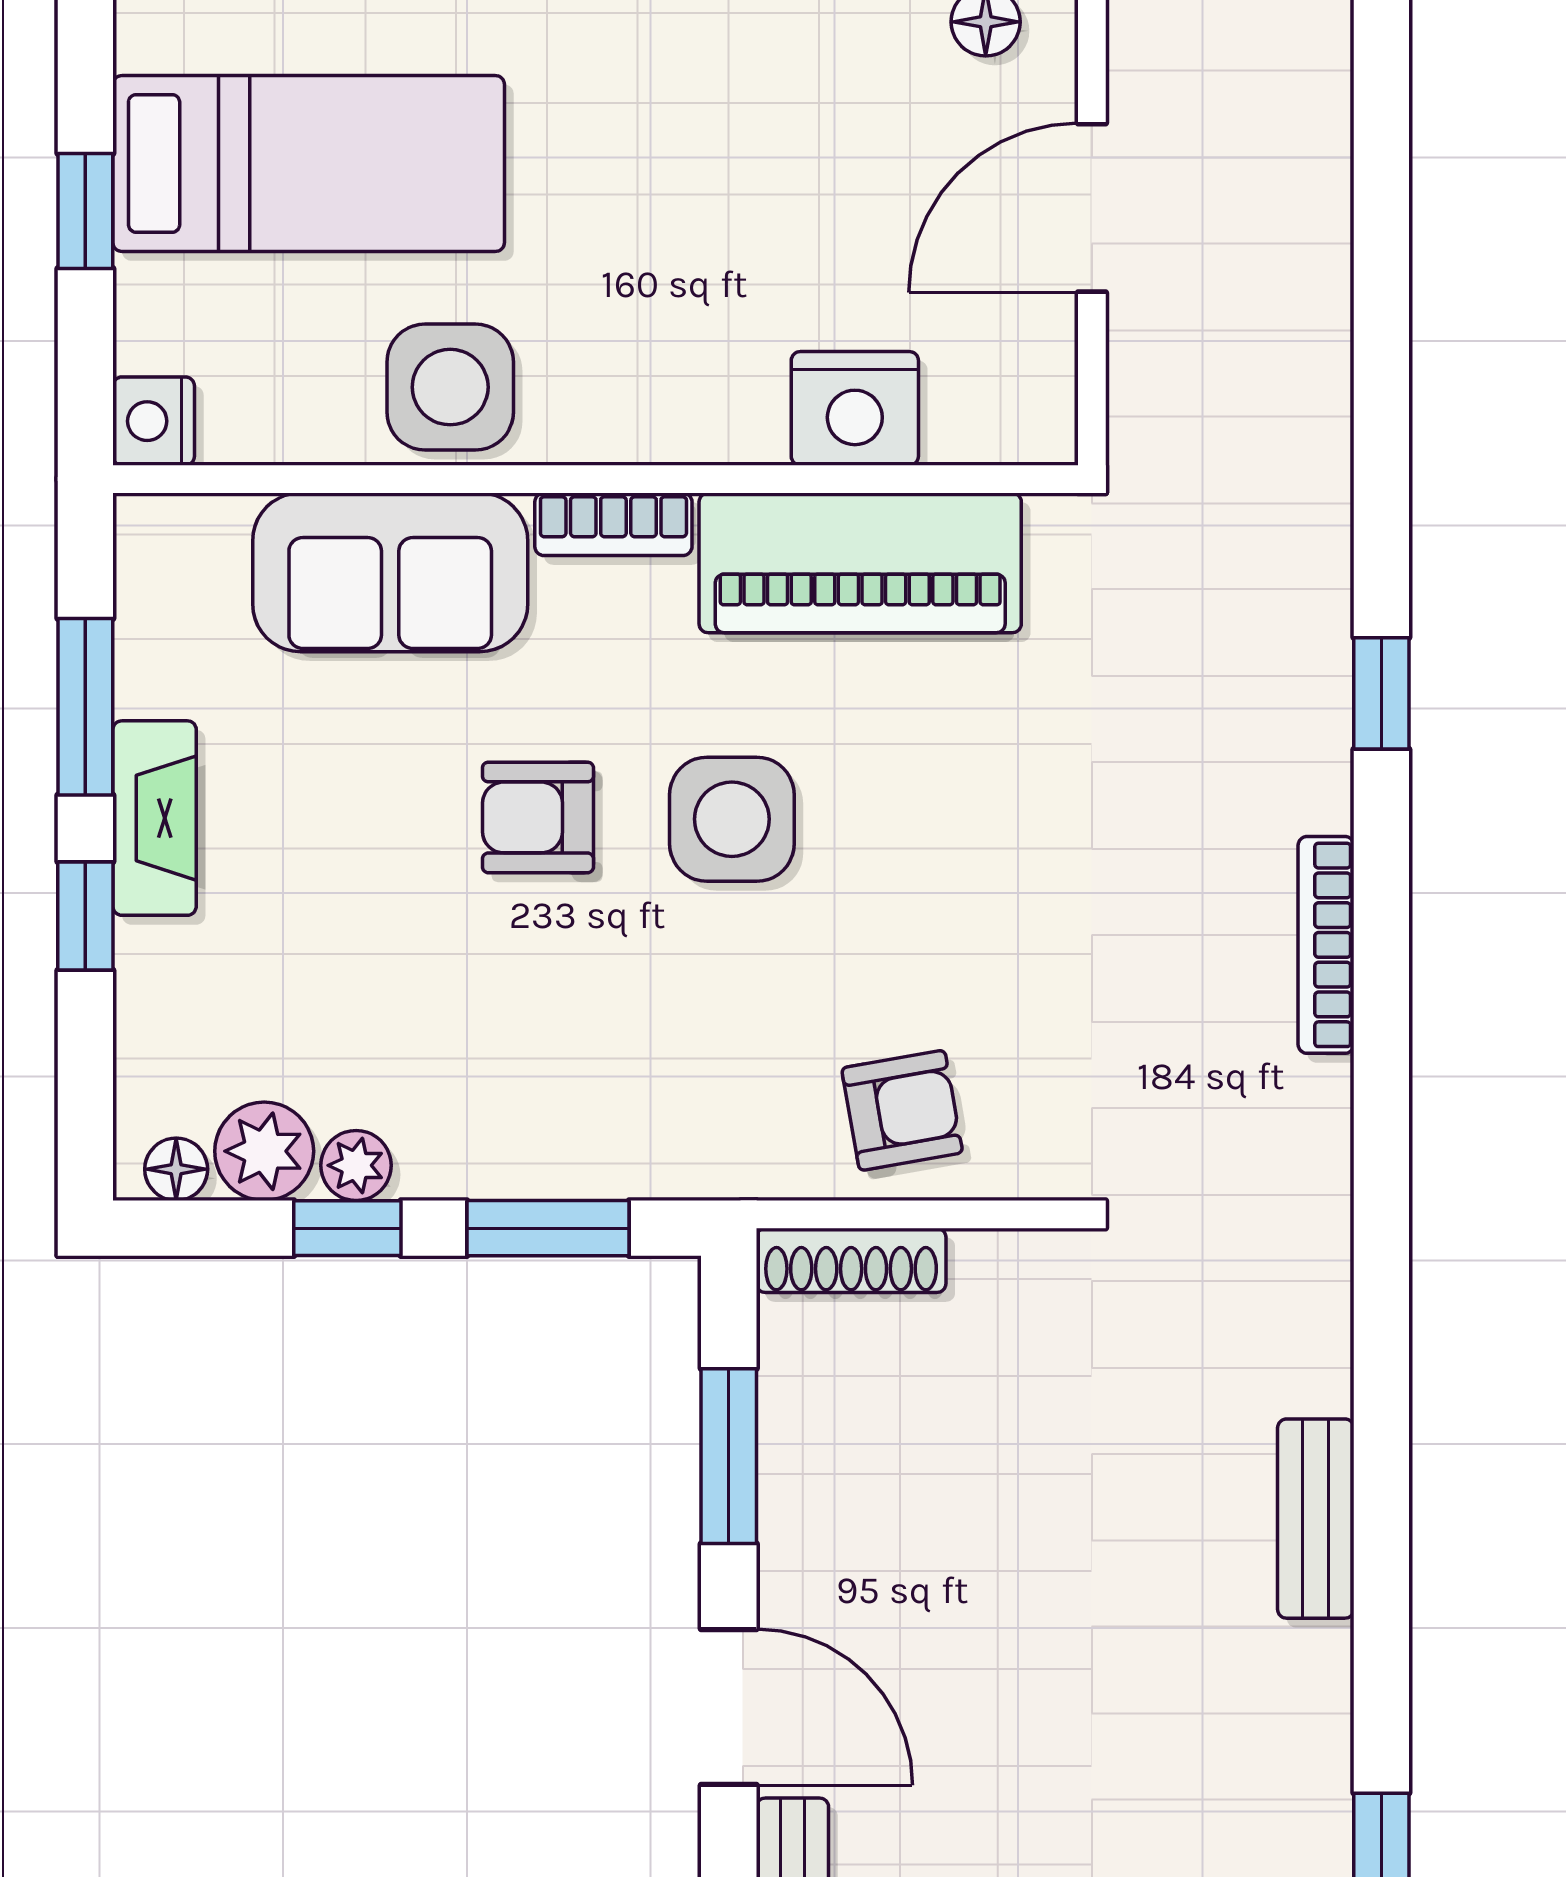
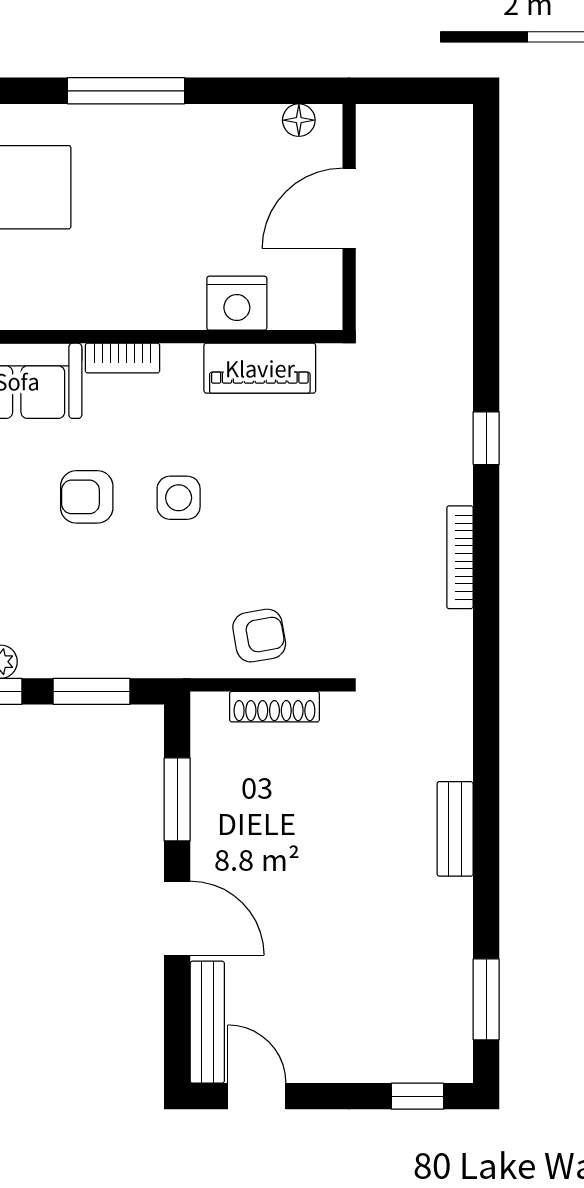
side table: (450, 387) -> (45, 293), removed
piano: (860, 563) -> (260, 368), width x0.73, depth x0.75
side table: (732, 819) -> (179, 498), width x0.73, depth x0.73
shoe rack: (851, 1260) -> (274, 707), moved

